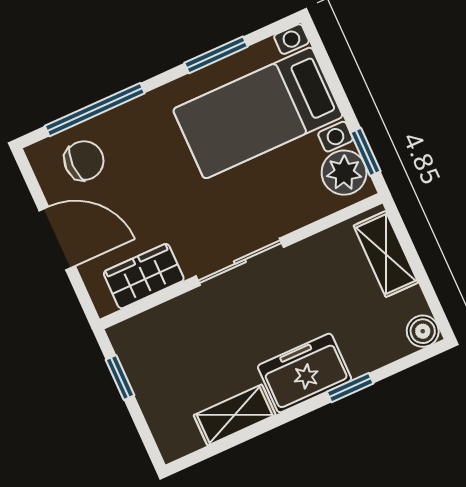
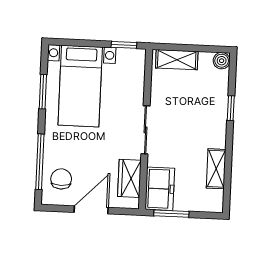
plant: (344, 173) -> (129, 60), removed
freezer: (305, 373) -> (160, 189), moved, turned 180
window: (120, 378) -> (171, 214), width x1.50

